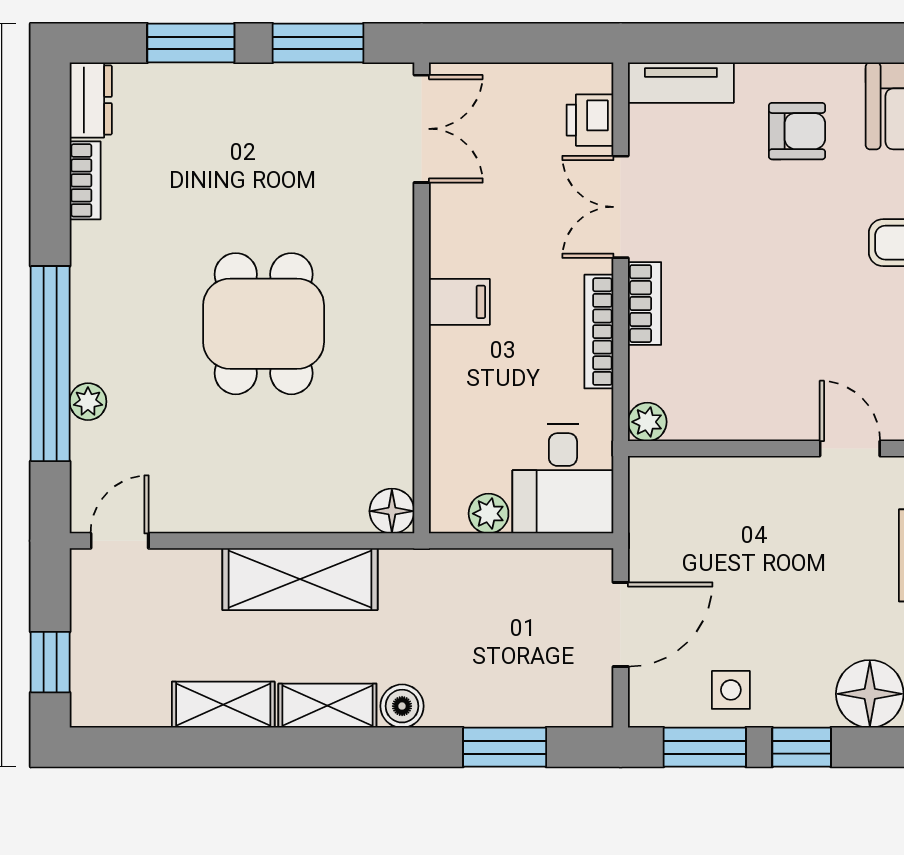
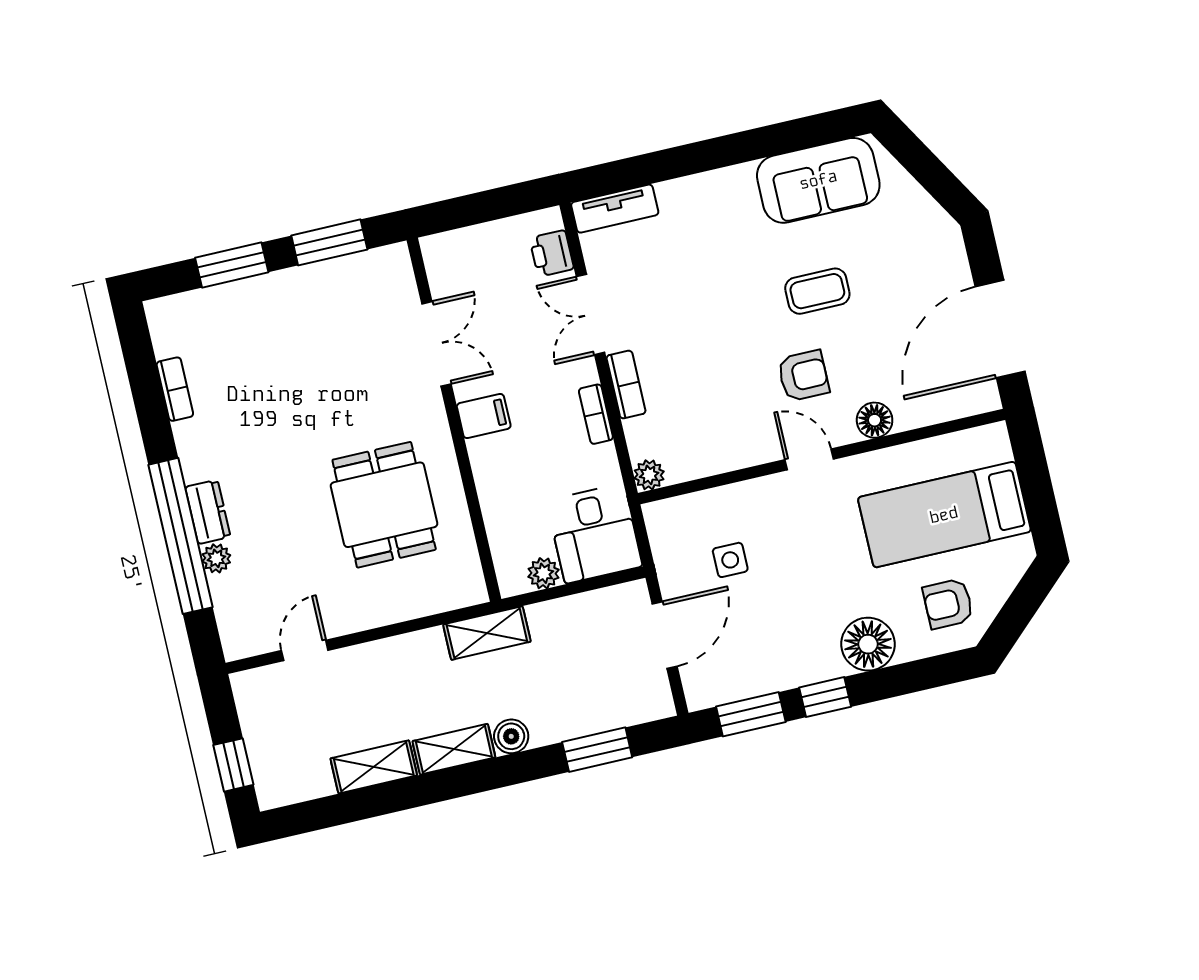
dresser: (91, 100) -> (208, 512), moved
double door: (422, 129) -> (436, 344), moved
armchair: (797, 131) -> (803, 376), moved
dining table: (264, 324) -> (384, 505), moved
bookcase: (599, 332) -> (596, 414), width x0.64
floor lamp: (392, 511) -> (469, 588), removed
door: (120, 541) -> (305, 650), moved
shelving: (300, 579) -> (487, 633), moved, width x0.67, depth x0.75
side table: (731, 690) -> (730, 560), moved

